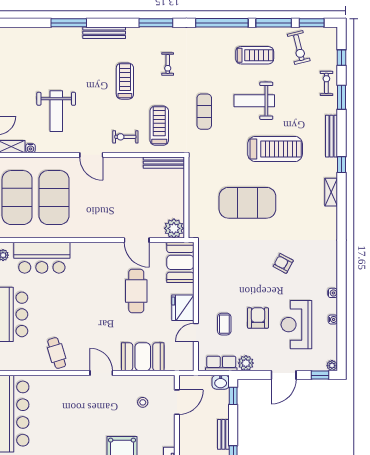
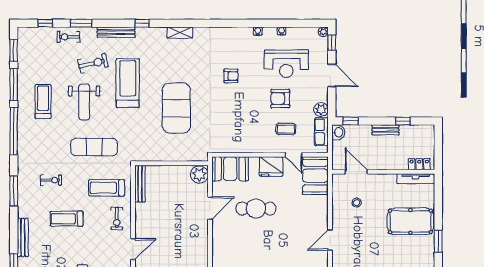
exercise bike: (299, 48) -> (93, 63), moved
exercise mat: (204, 112) -> (94, 147), width x1.36, depth x1.45
shelving: (331, 192) -> (180, 33), moved
armchair: (283, 263) -> (231, 76), turned -118
booth: (143, 357) -> (315, 176), moved

